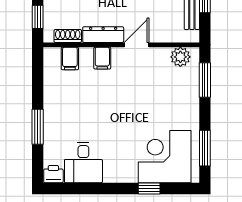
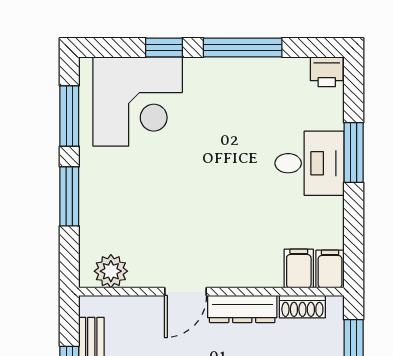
filing cabinet: (102, 58) -> (330, 269), moved
window: (205, 80) -> (69, 196), moved
desk: (83, 163) -> (310, 163), moved, turned 90
window: (103, 188) -> (243, 47), added

